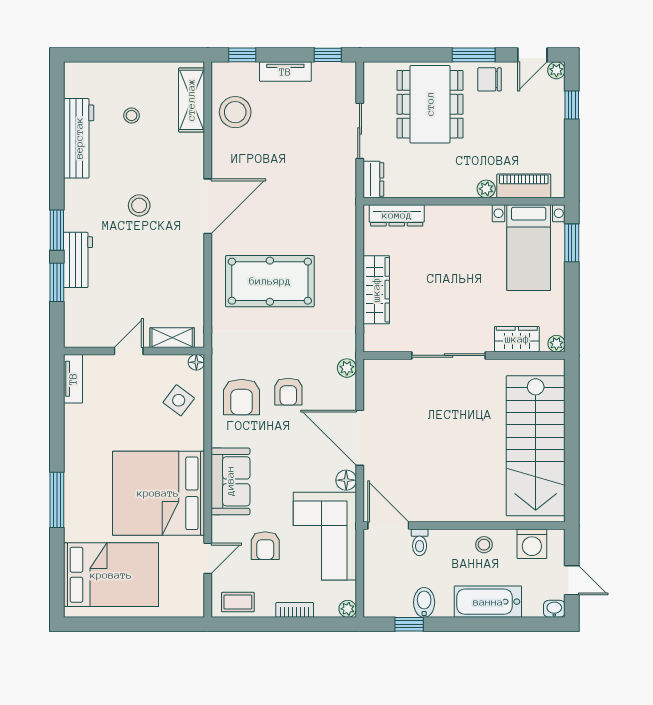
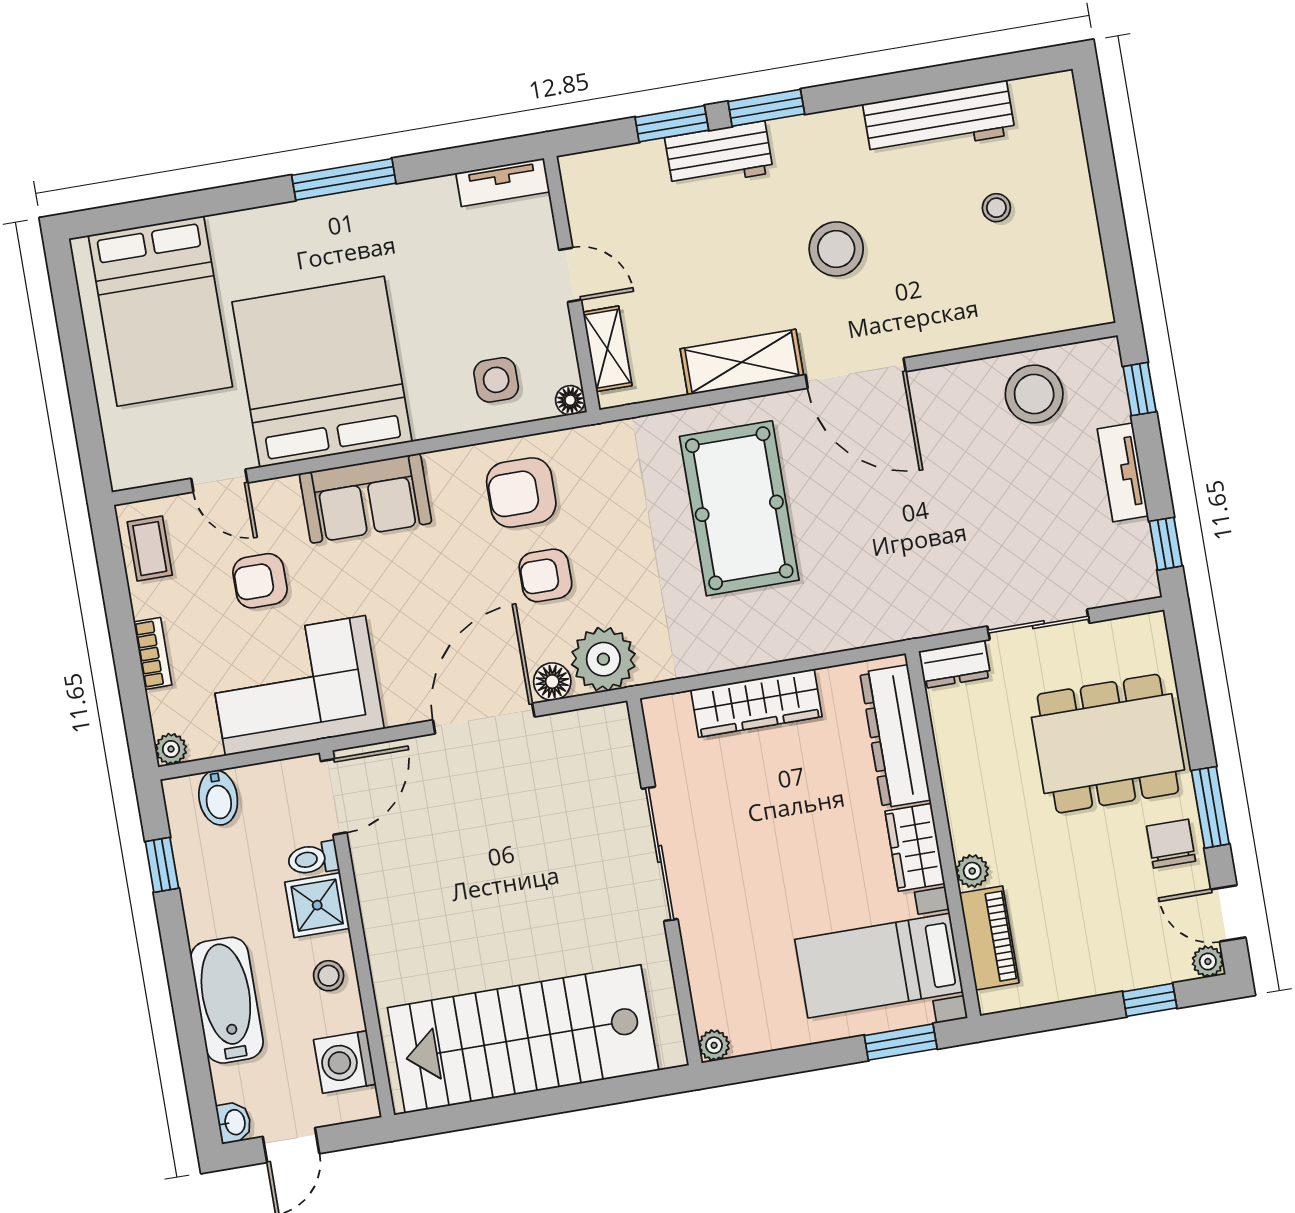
shelving: (191, 100) -> (742, 362), moved
stool: (139, 205) -> (836, 249), width x1.38, depth x1.38
dresser: (397, 215) -> (895, 736), width x1.37, depth x1.24
wardrobe: (517, 339) -> (915, 847), moved, turned 180
plant: (347, 368) -> (603, 659), width x1.88, depth x1.88
side table: (179, 400) -> (496, 380), turned -37
floor lamp: (346, 480) -> (552, 682), moved
window: (57, 500) -> (344, 179), moved
shower: (445, 544) -> (317, 905), added
bidet: (424, 602) -> (218, 798), moved, turned 90

